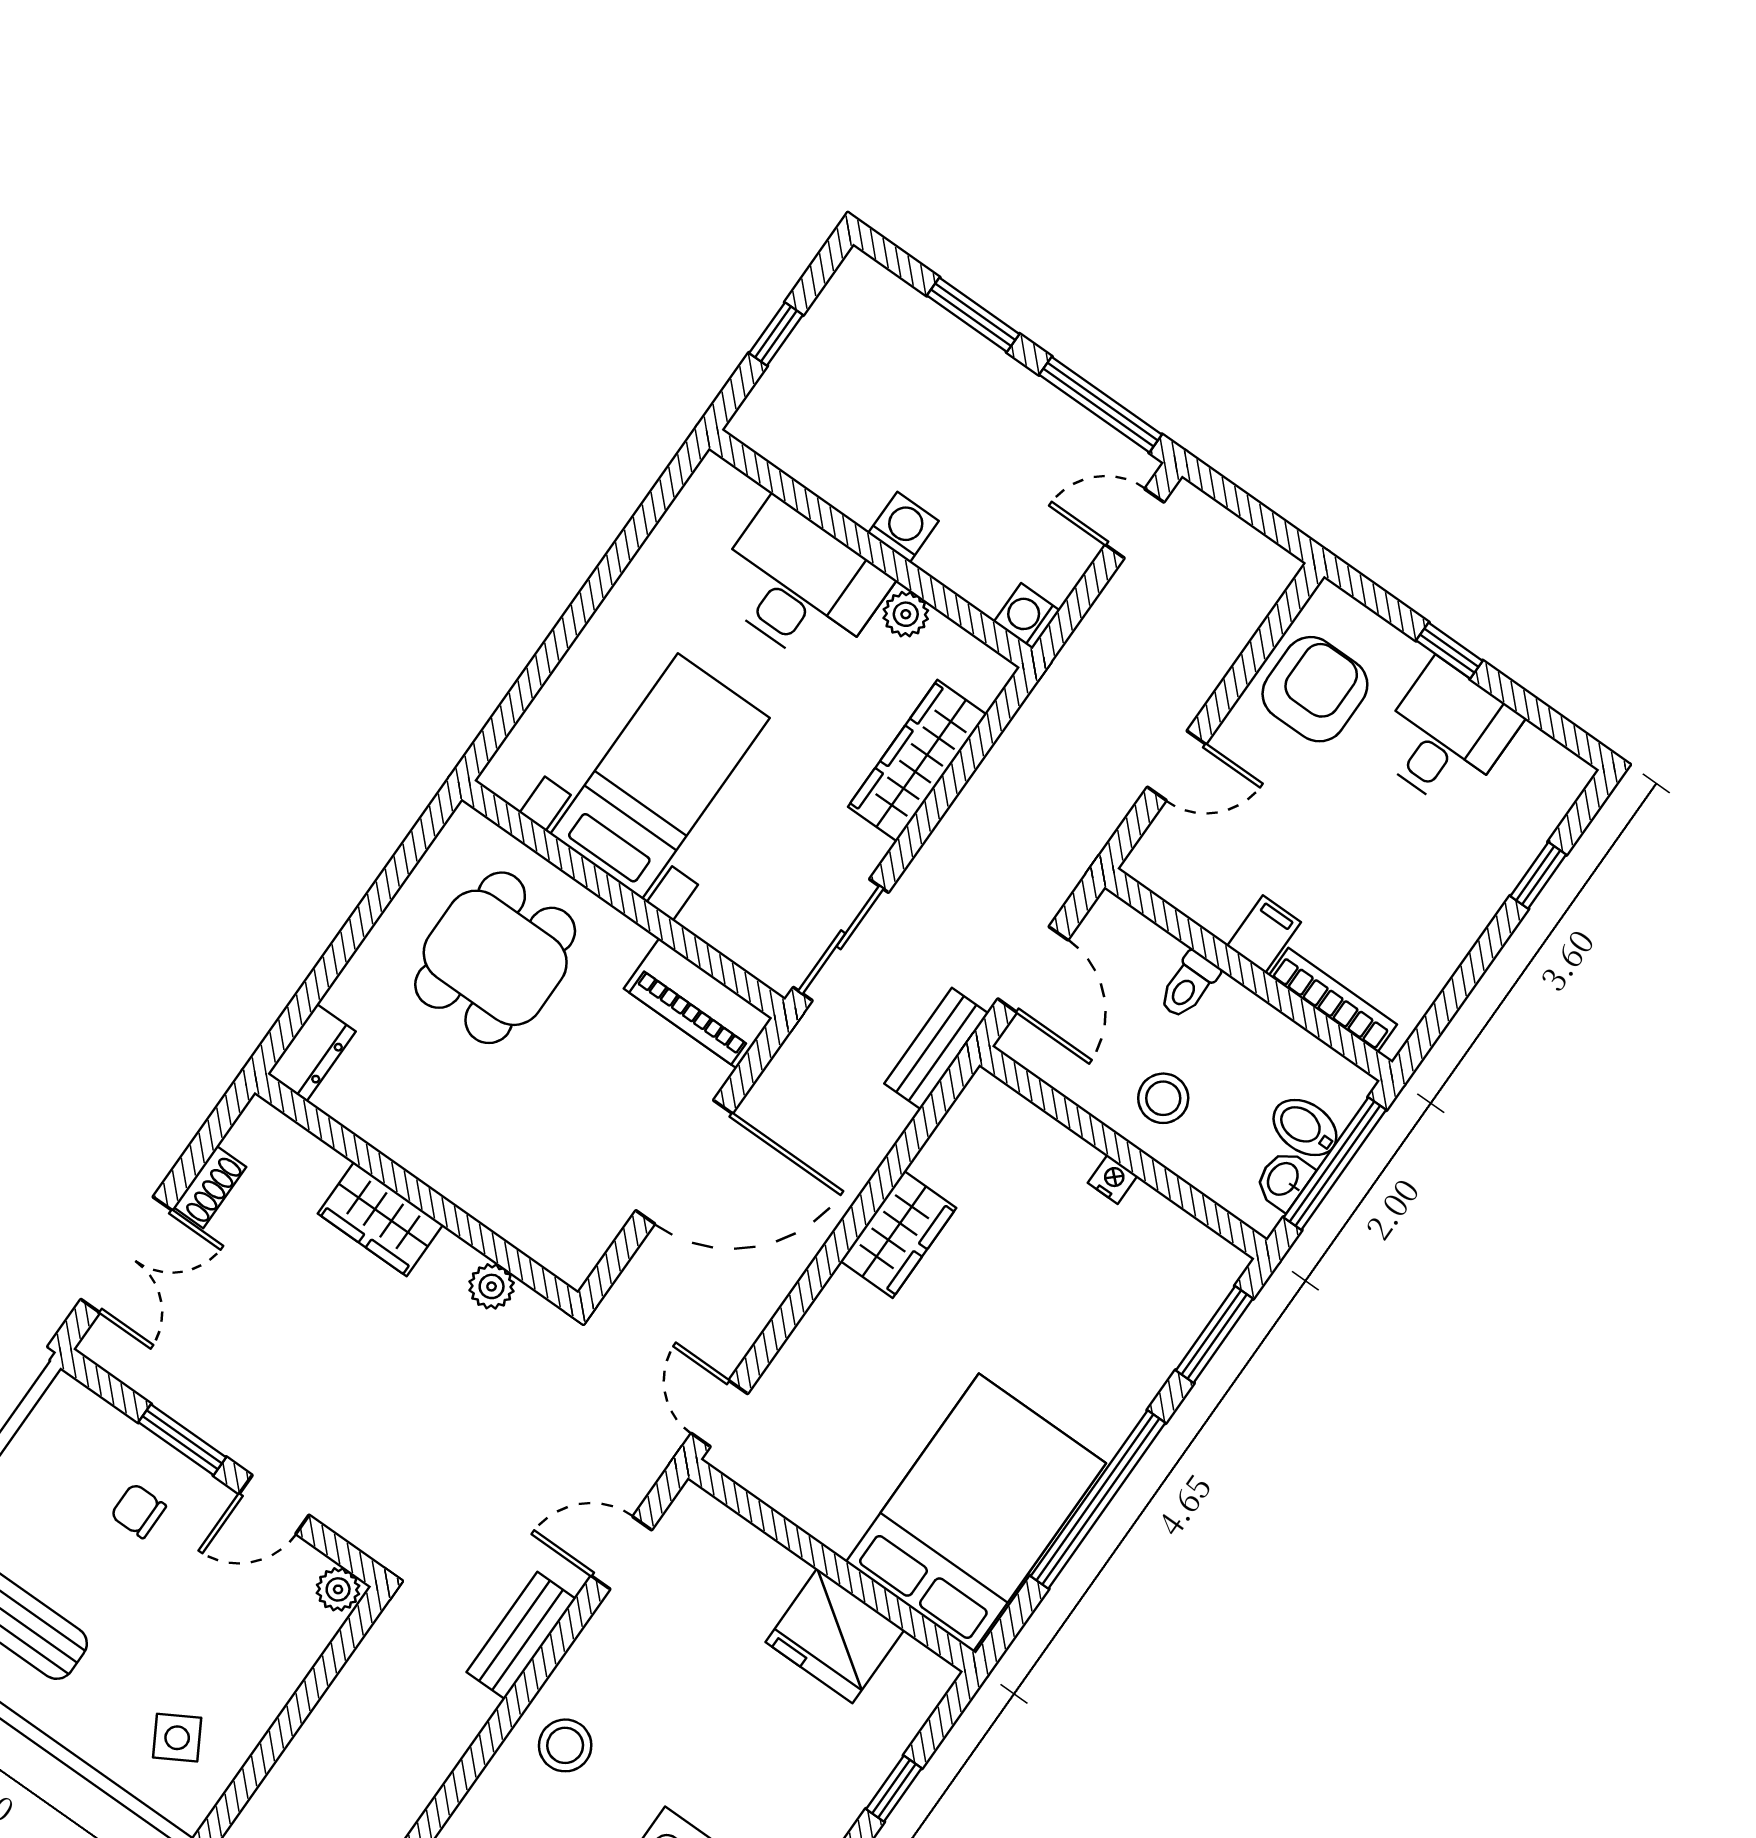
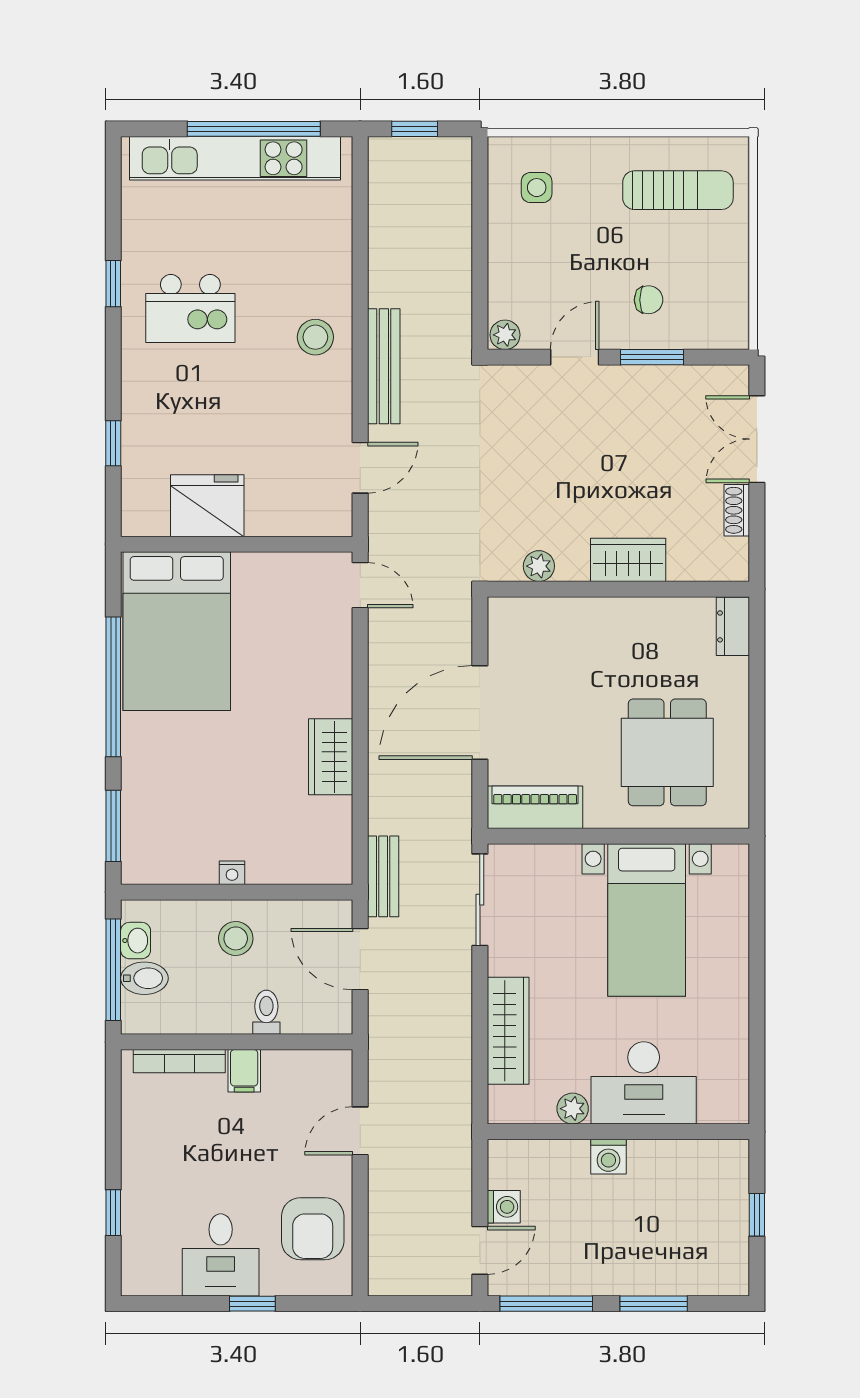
washing machine: (1027, 616) -> (504, 1207), moved
bench: (521, 1635) -> (384, 366), width x1.36
side table: (177, 1738) -> (537, 188), turned 30

